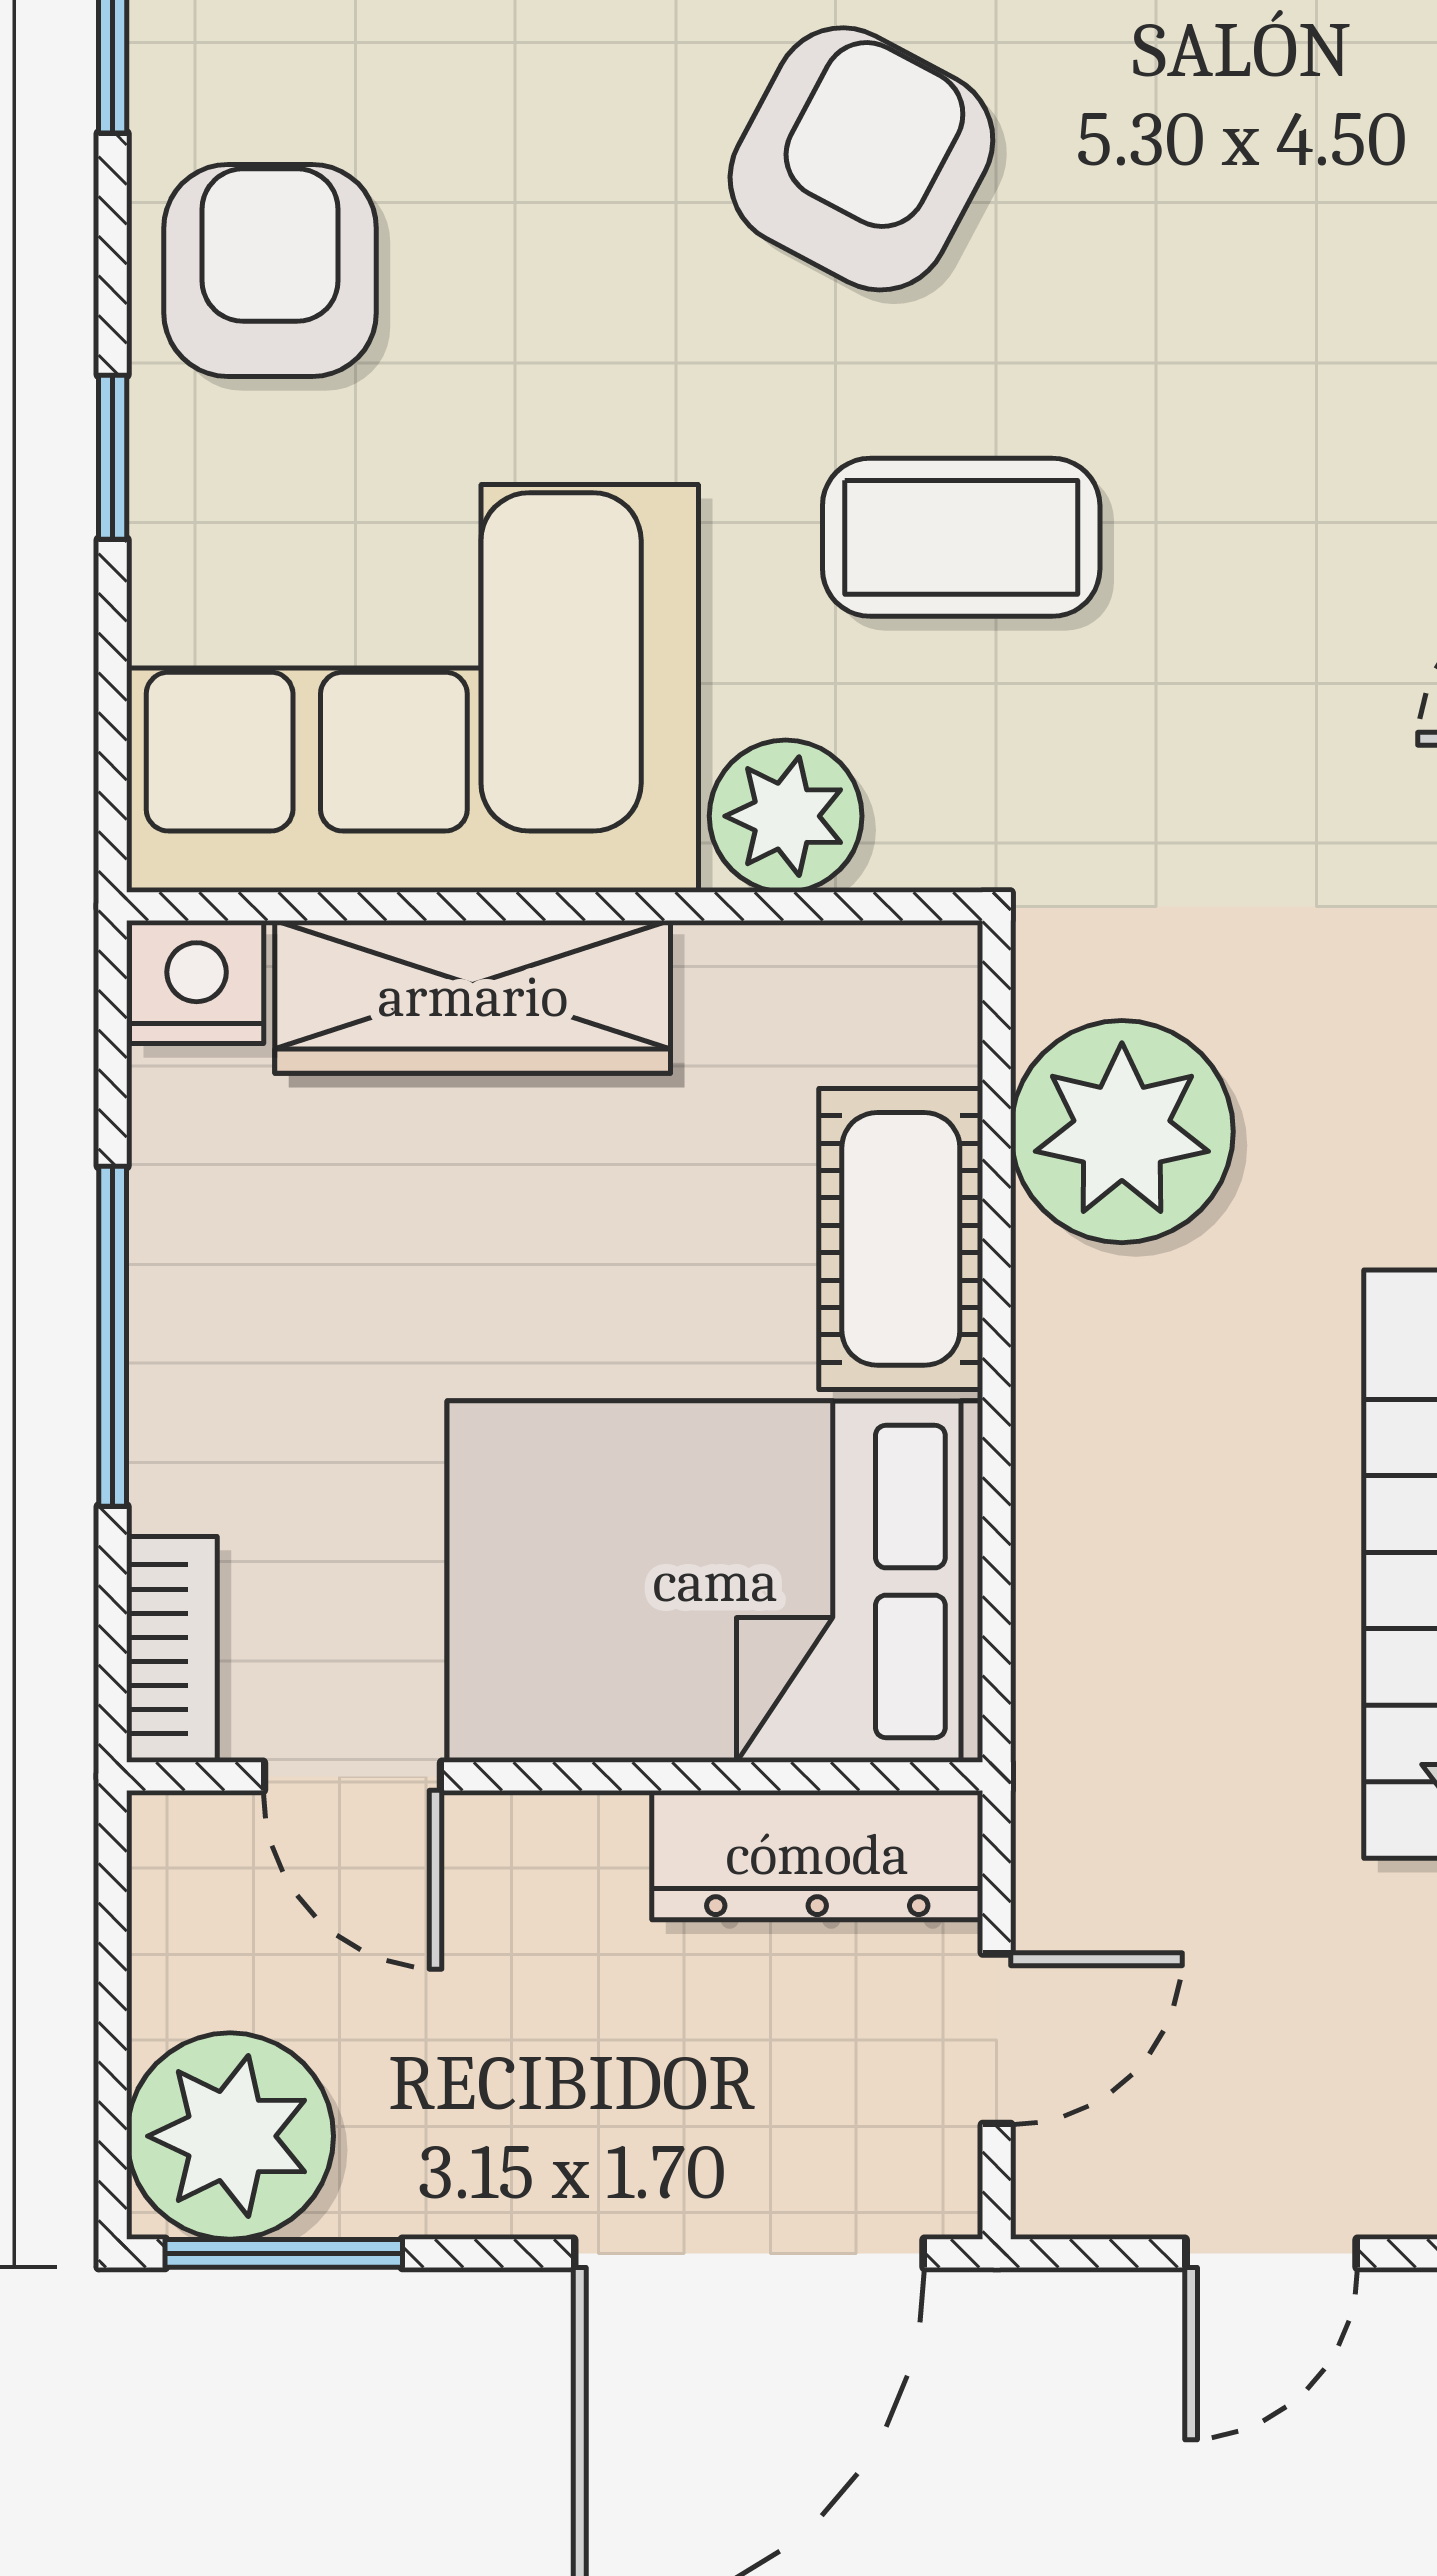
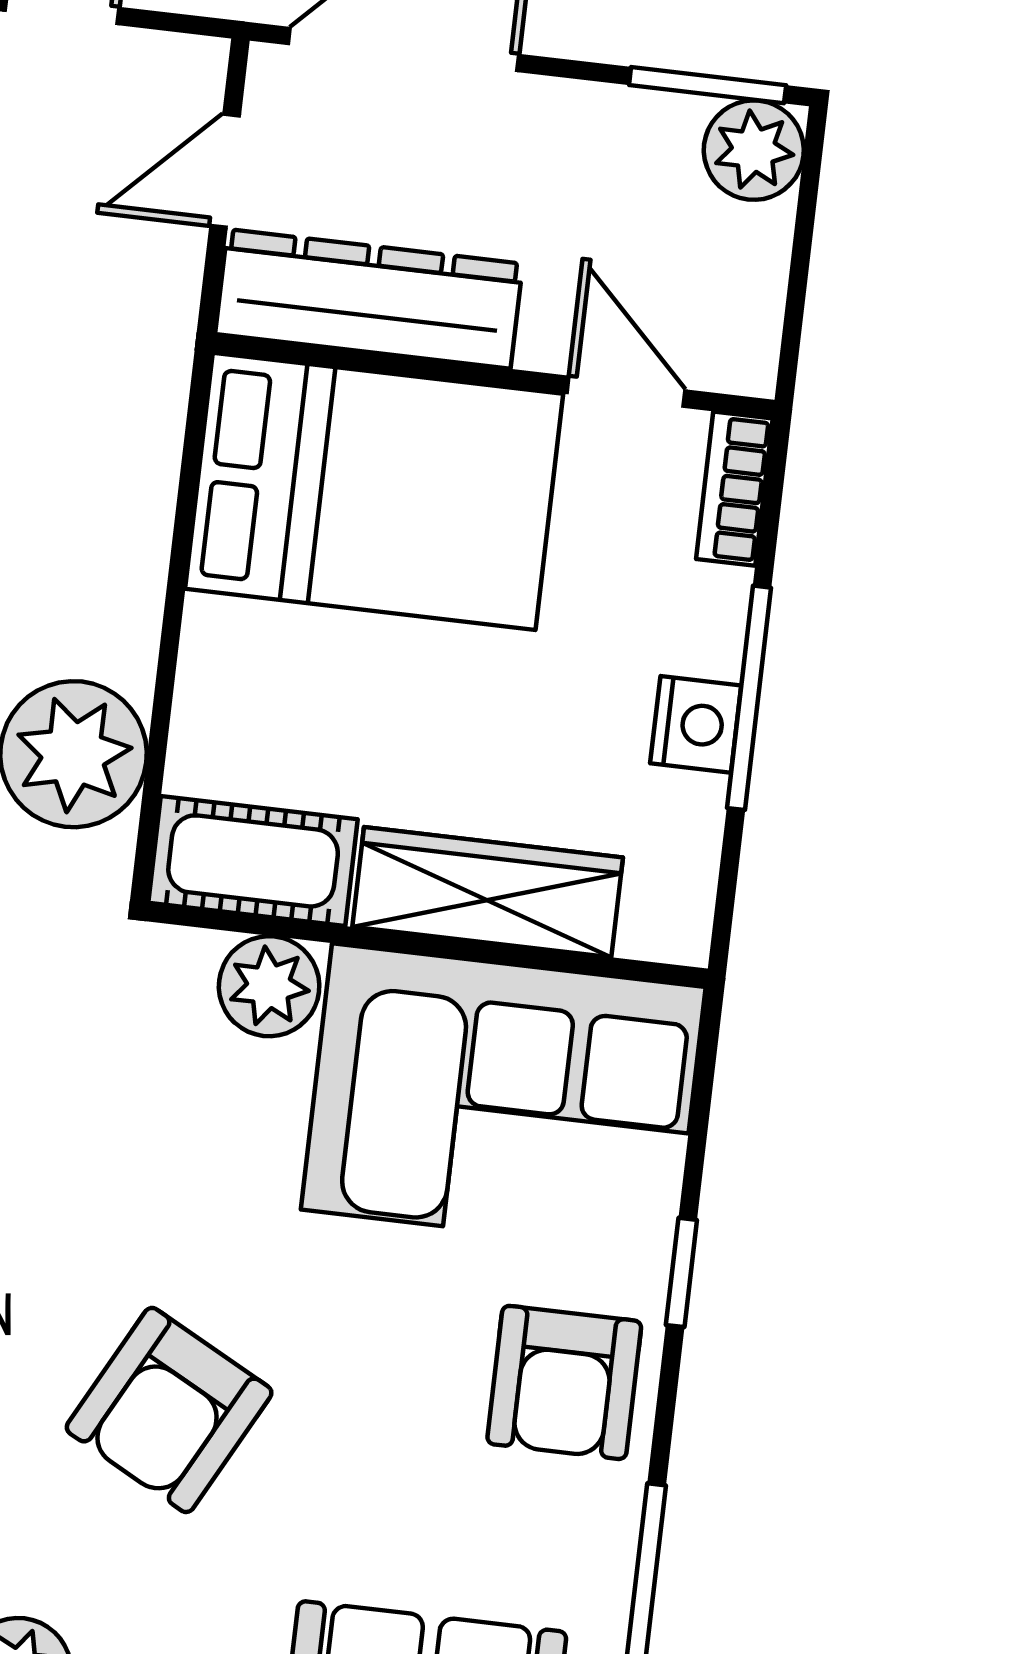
coffee table: (961, 537) -> (133, 1155), removed
nightstand: (197, 982) -> (696, 724), moved, turned -90
cot: (901, 1239) -> (253, 861), moved, turned 90
dresser: (817, 1855) -> (369, 299), width x1.37, depth x1.24
plant: (230, 2136) -> (754, 150), width x0.73, depth x0.73

